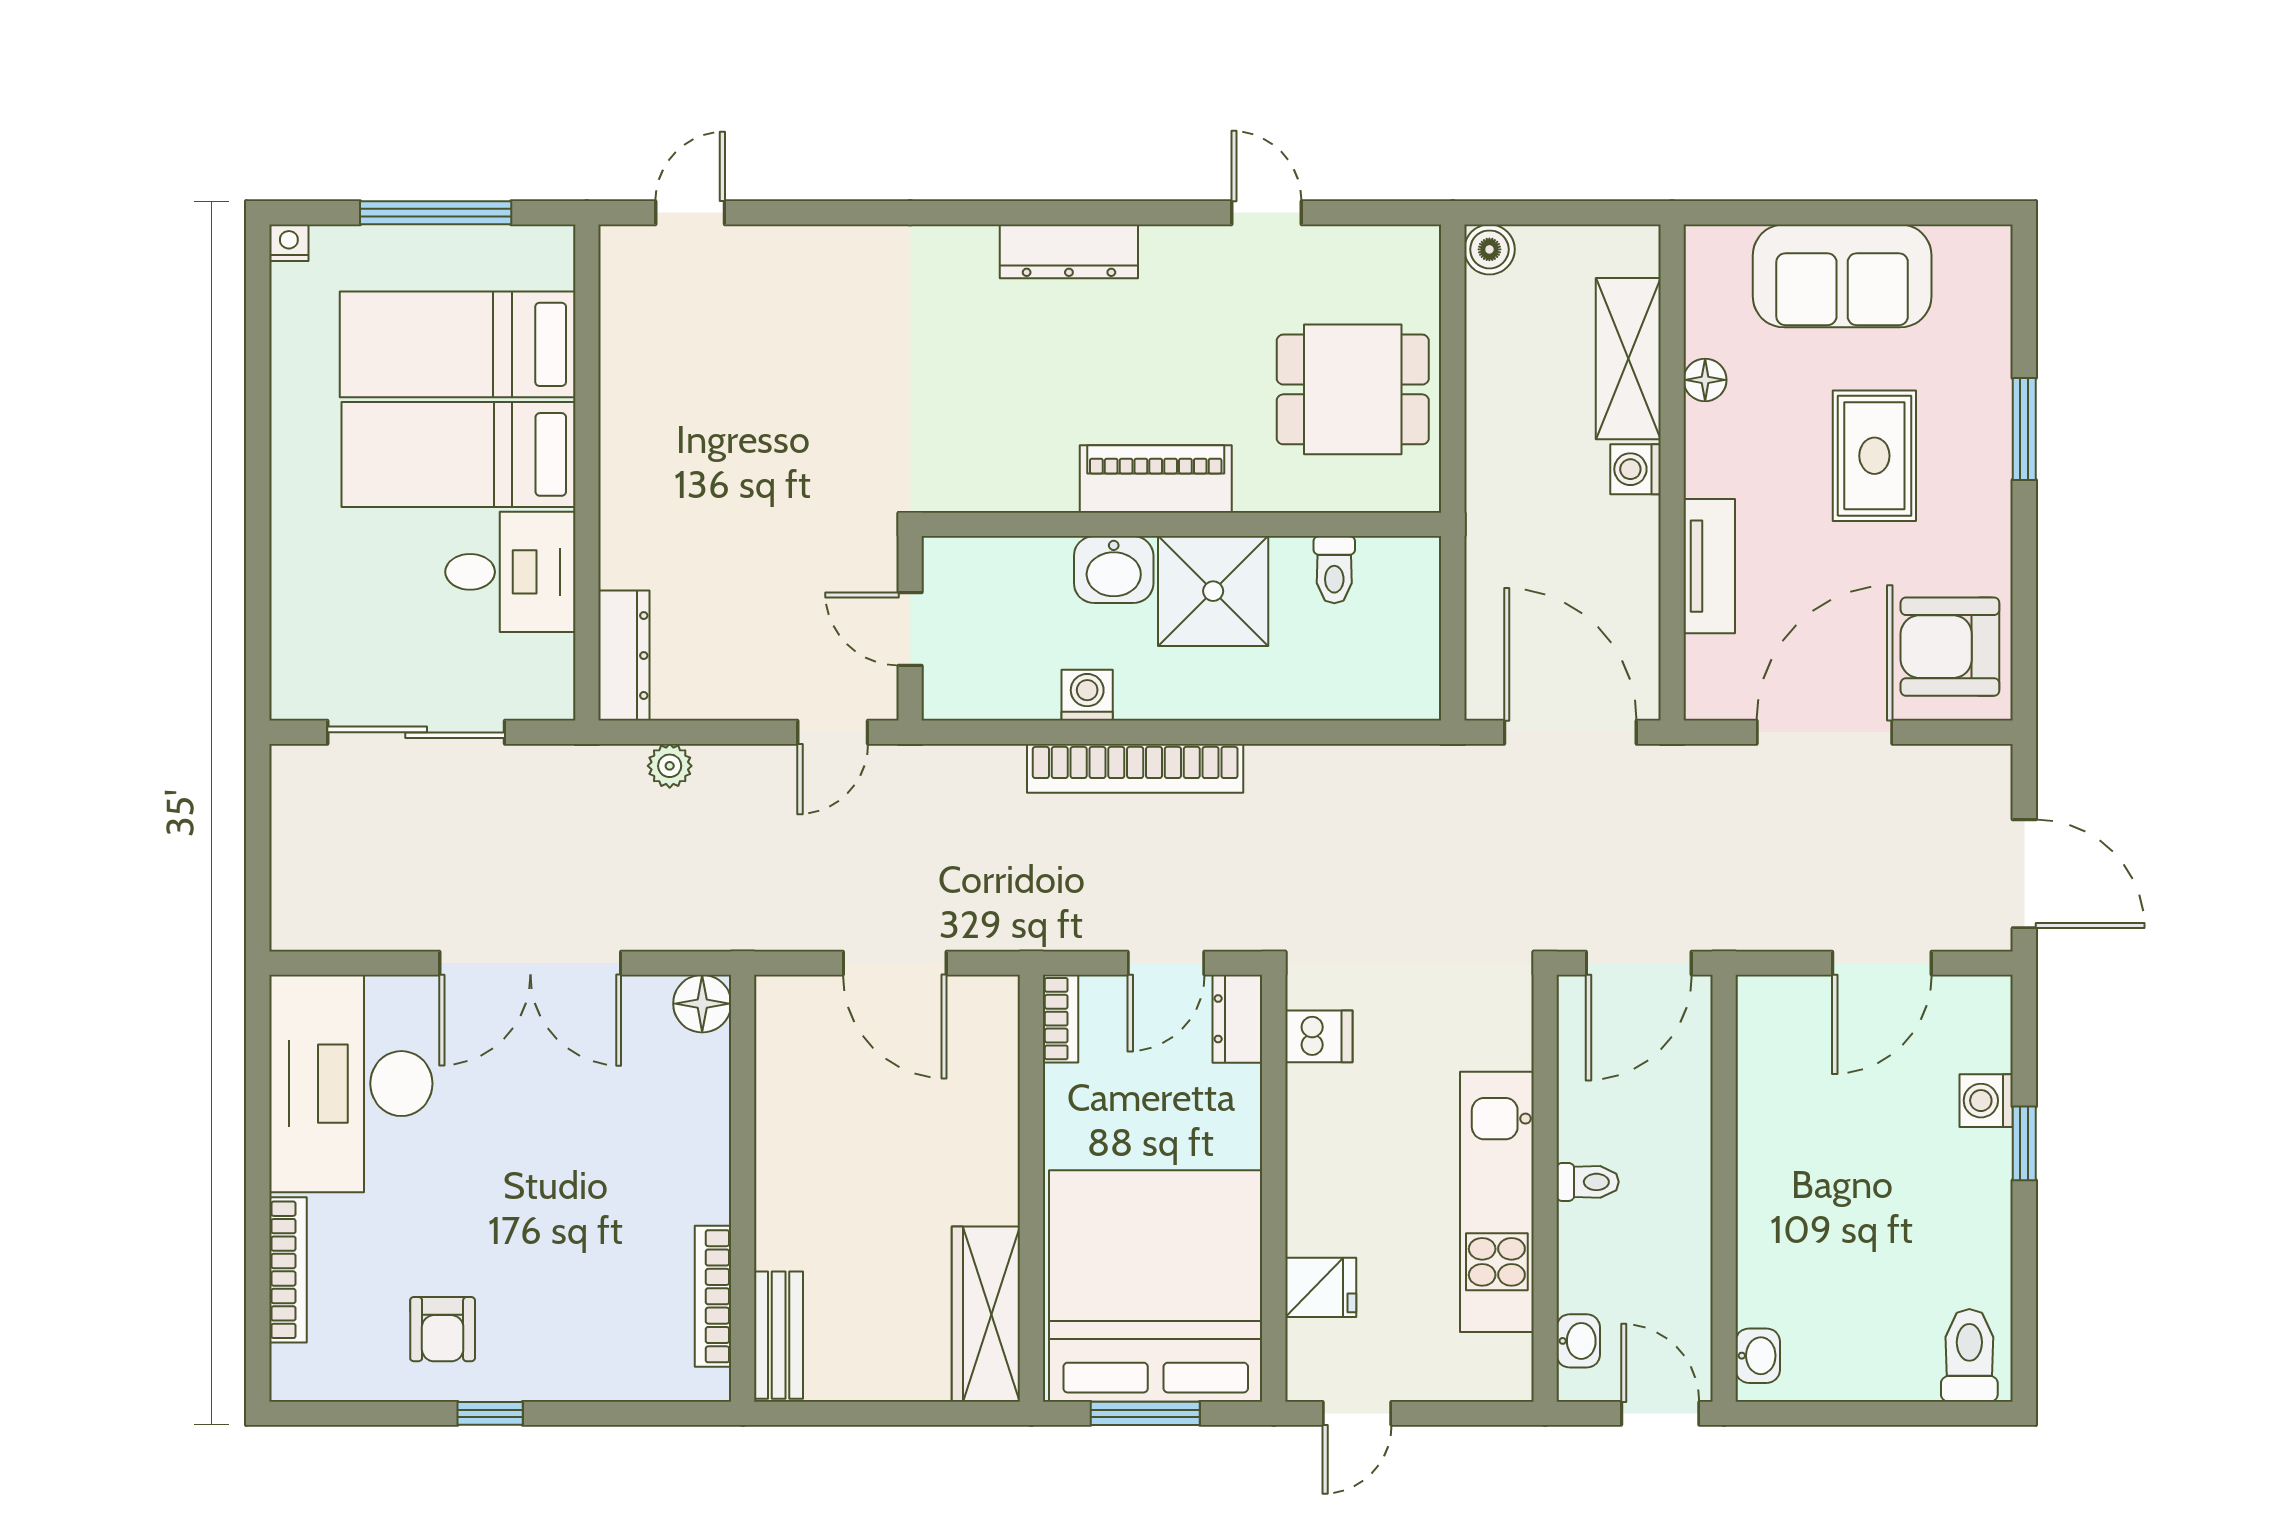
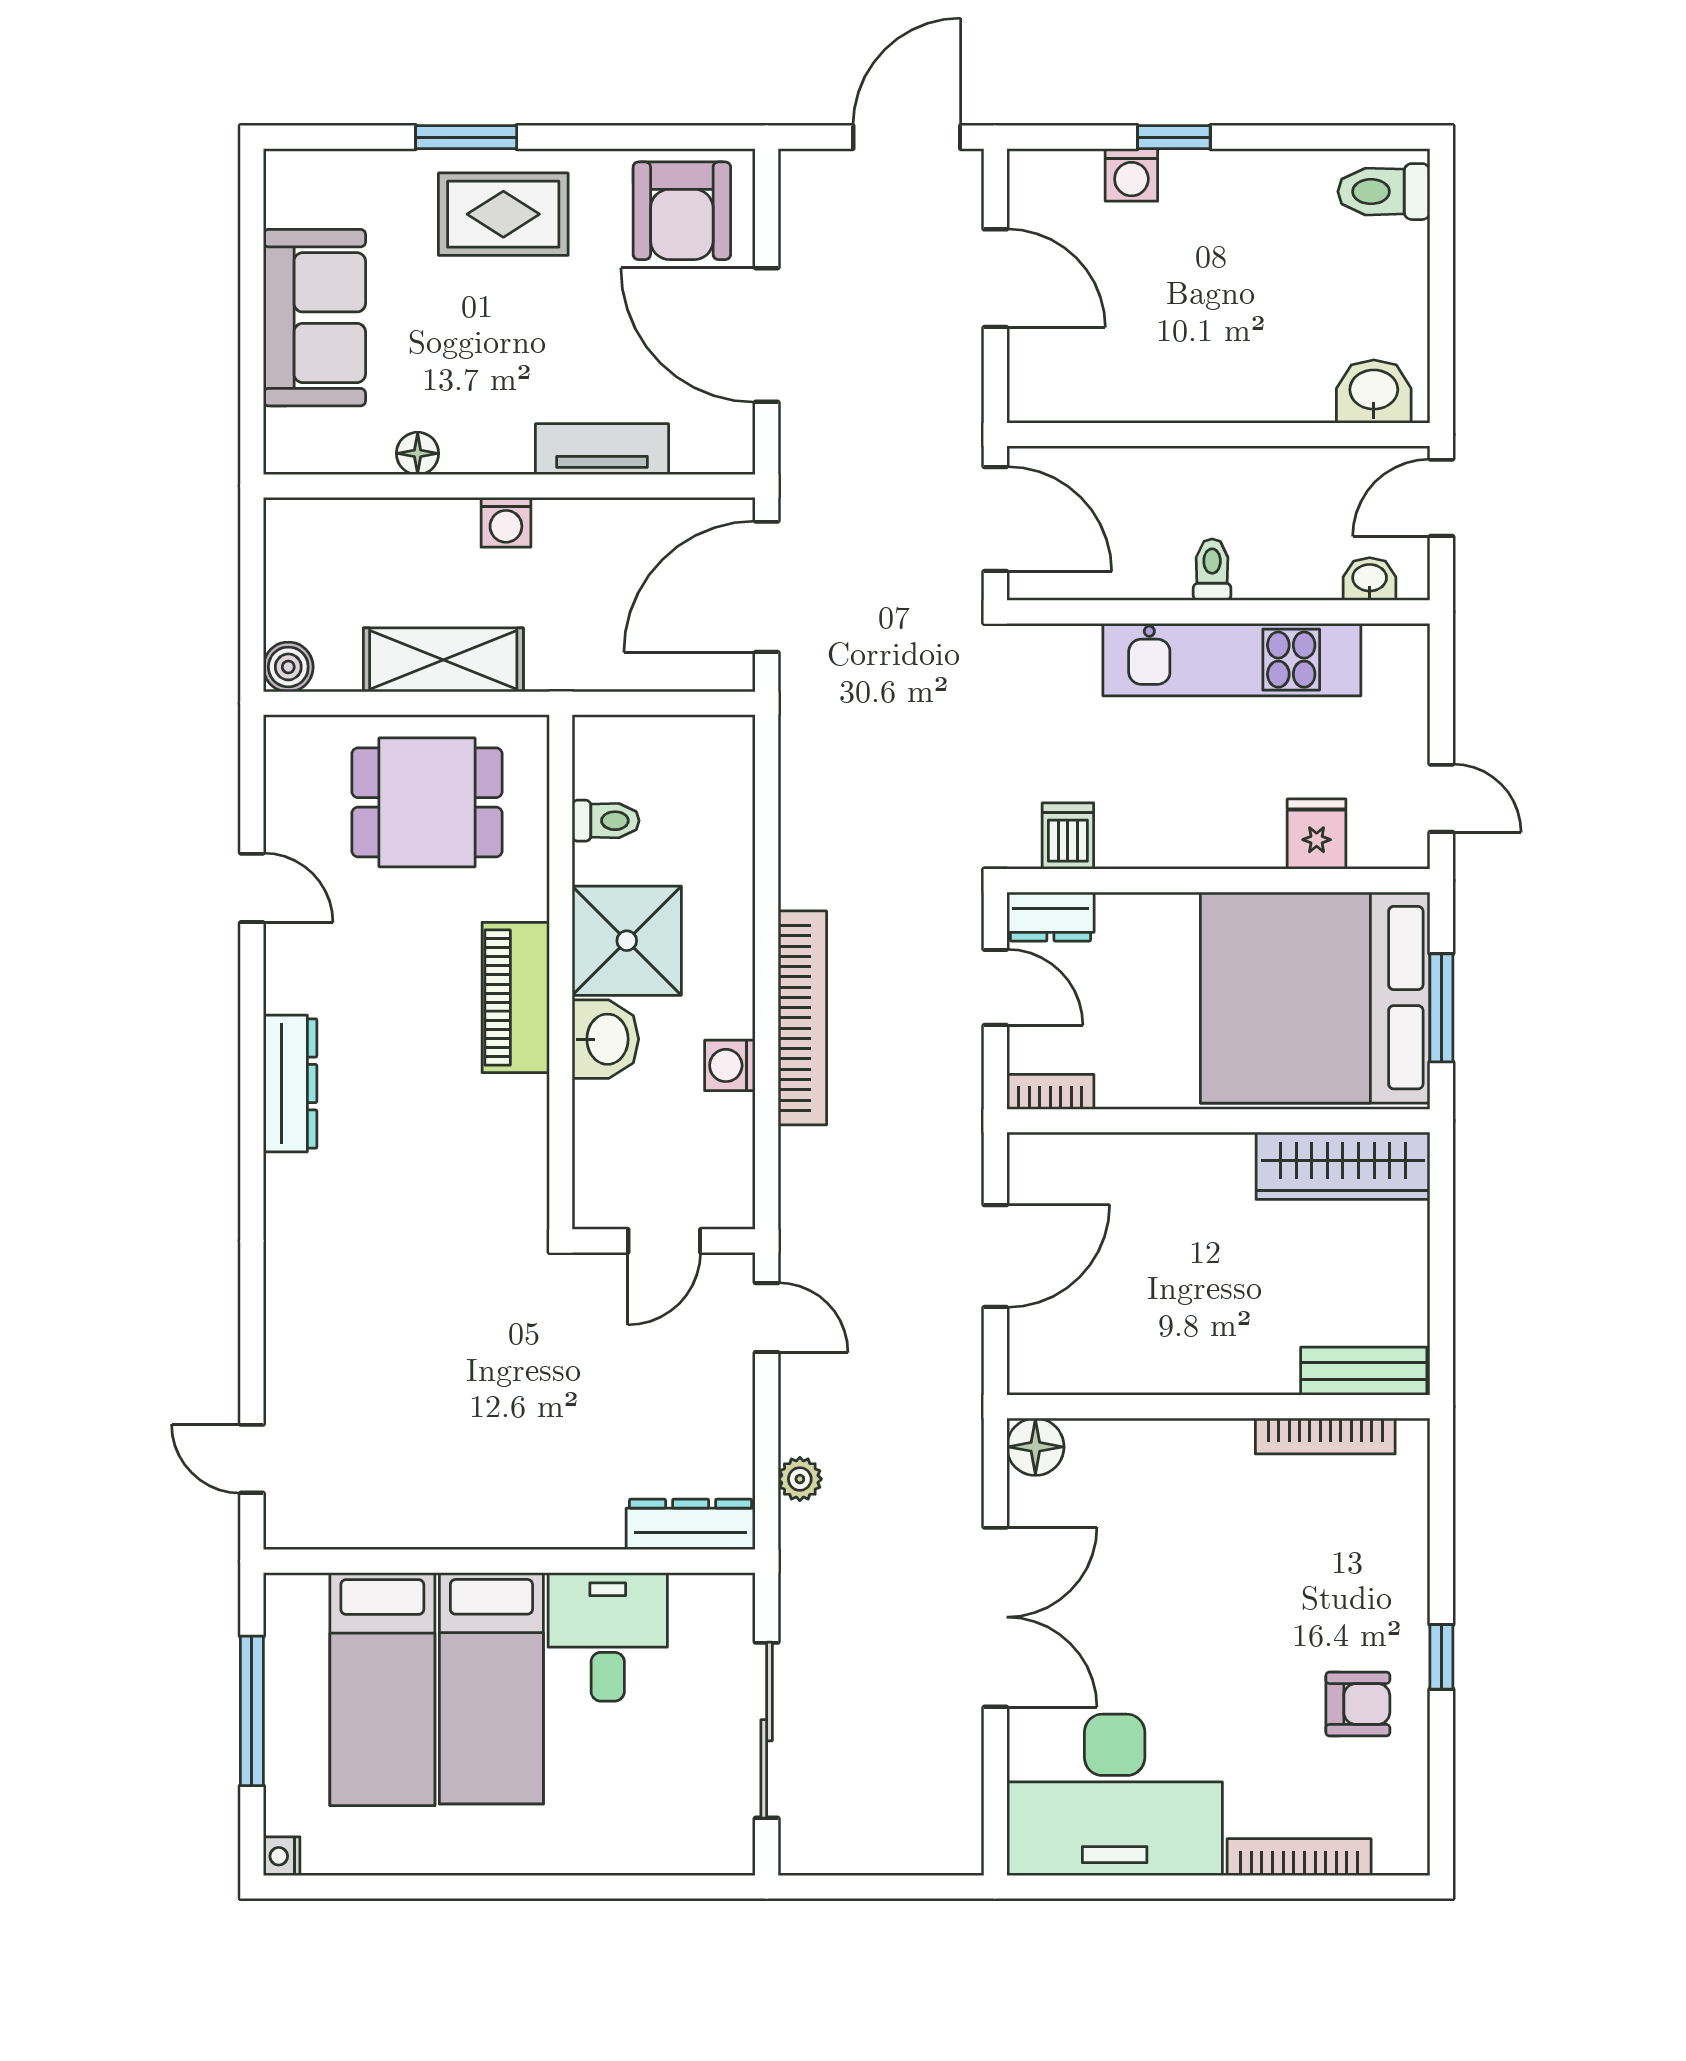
door: (1266, 213) -> (252, 888), swing flipped
shelving: (1628, 359) -> (443, 660), moved
dining table: (1353, 389) -> (427, 802), turned 90
rug: (1874, 456) -> (503, 214), moved
washbasin: (1758, 1356) -> (1374, 391), width x1.38, depth x1.45

